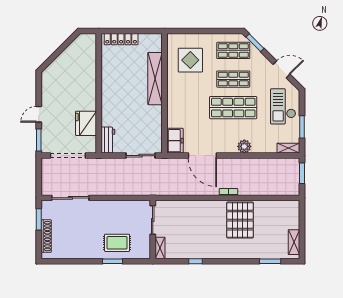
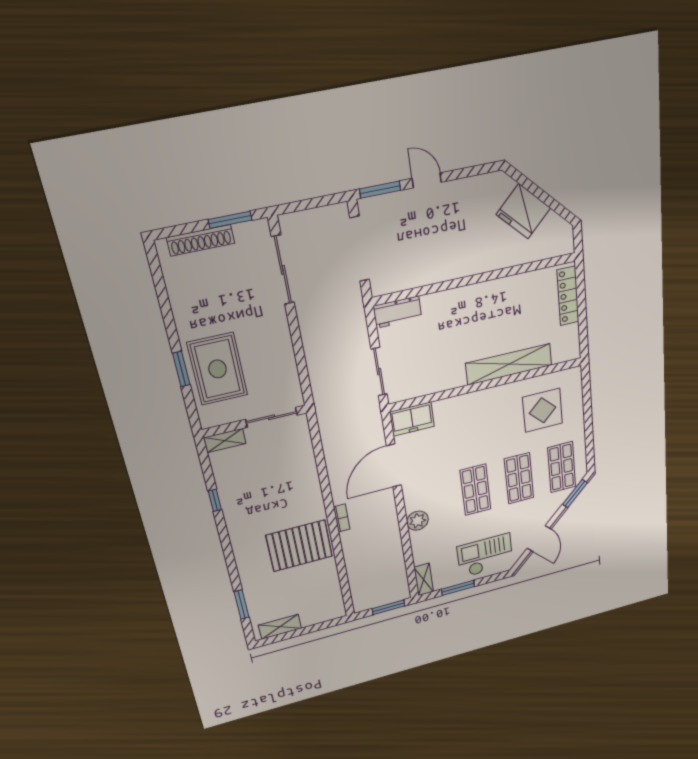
shop shelf: (233, 108) -> (475, 490), width x0.70, depth x0.74
fridge: (86, 123) -> (523, 211), moved, turned -135
rug: (117, 243) -> (218, 369), width x1.36, depth x1.43

